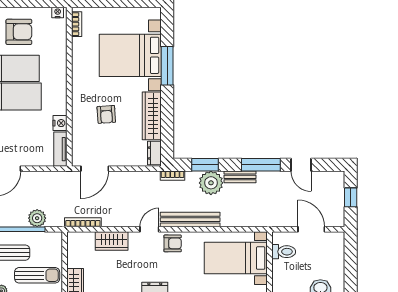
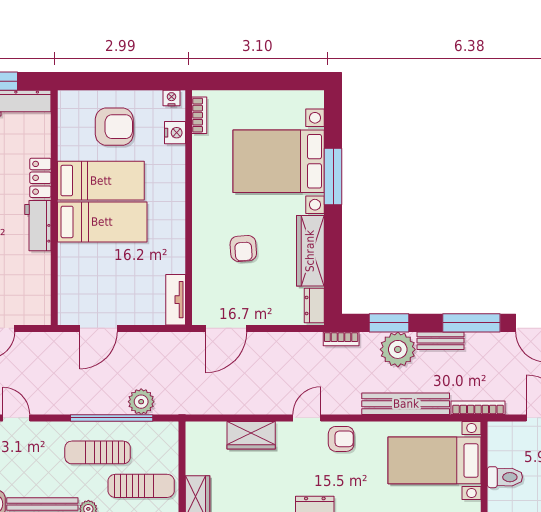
nightstand: (60, 123) -> (175, 133), moved
bench: (190, 220) -> (406, 404), moved
bookcase: (83, 222) -> (478, 408), moved
toilet: (284, 252) -> (505, 477), moved

